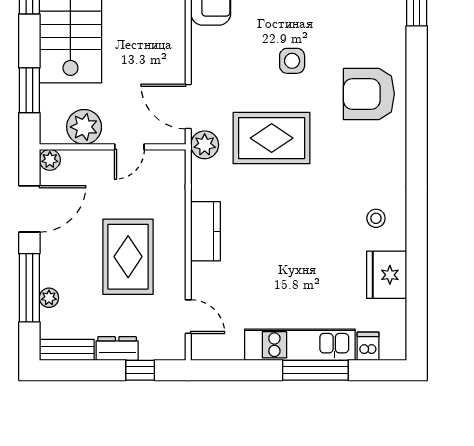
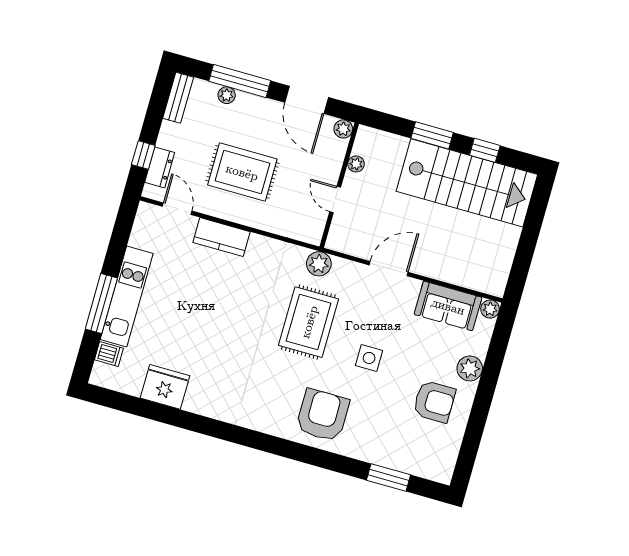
window: (29, 90) -> (432, 135), moved
door: (188, 106) -> (389, 269), moved
plant: (84, 127) -> (356, 164), width x0.53, depth x0.53
stool: (376, 218) -> (215, 391), removed
kitchen counter: (206, 231) -> (222, 237), moved
door: (188, 317) -> (177, 209), swing flipped
dresser: (117, 349) -> (160, 167), moved

